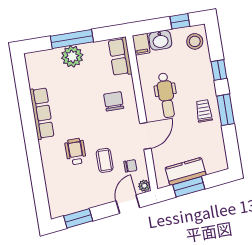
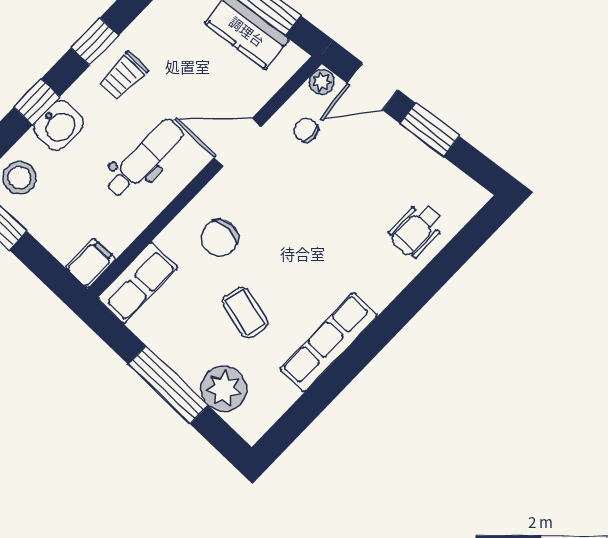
washbasin: (160, 40) -> (59, 125), moved, turned 90
plant: (72, 56) -> (224, 389), moved
window: (225, 110) -> (95, 42), width x0.67
wheelchair: (75, 152) -> (417, 229), moved
coffee table: (105, 160) -> (245, 312), moved, turned -76
window: (78, 218) -> (430, 130), moved

